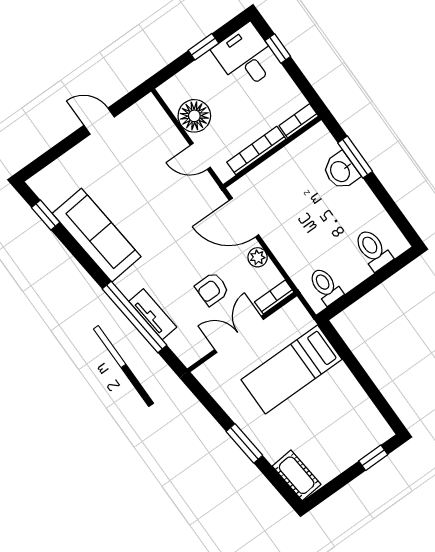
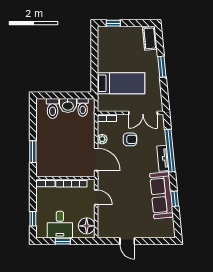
desk: (246, 57) -> (60, 225), moved
floor lamp: (194, 116) -> (87, 226), moved
washbasin: (341, 171) -> (68, 105), moved, turned 90
window: (46, 215) -> (175, 199), moved
tv unit: (153, 314) -> (163, 158), moved
double door: (239, 334) -> (143, 113), moved

